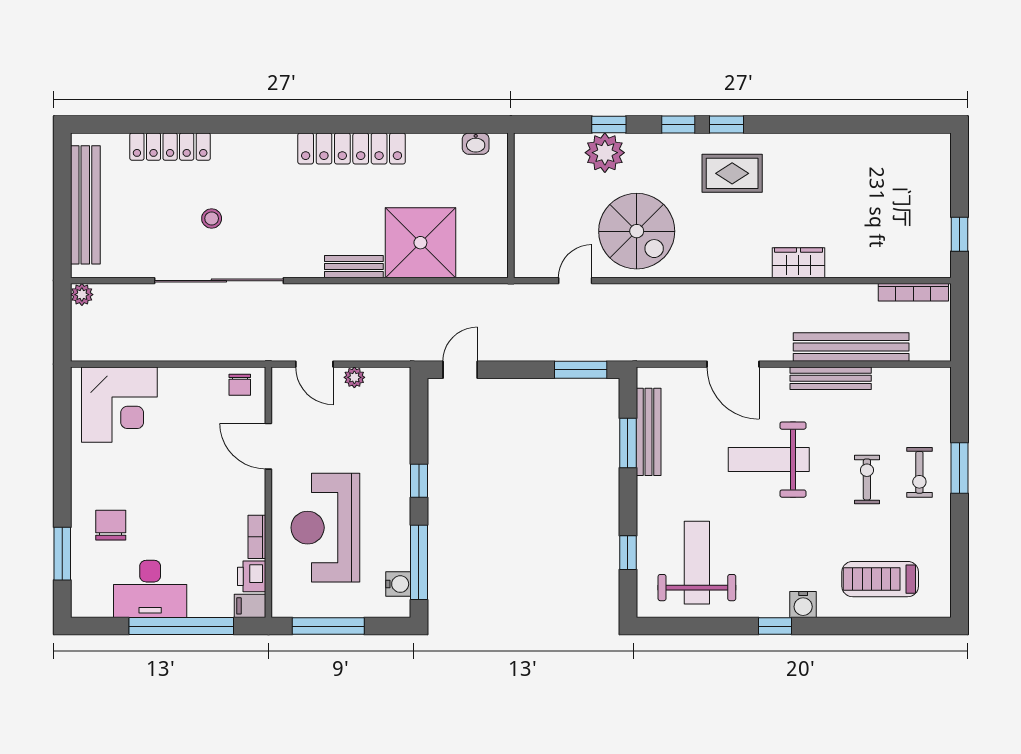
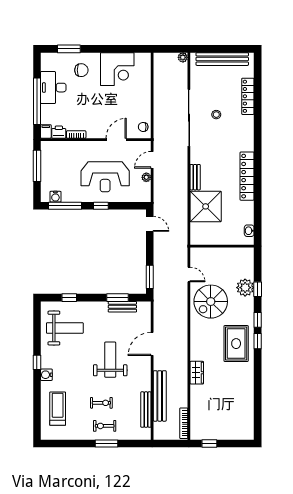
rug: (732, 173) -> (236, 344), width x1.36, depth x1.43
bench: (831, 378) -> (146, 410), moved
corner desk: (119, 405) -> (117, 69), moved, turned -90
bench: (649, 432) -> (122, 307), width x0.73
reception desk: (325, 528) -> (105, 177), moved, turned 180

